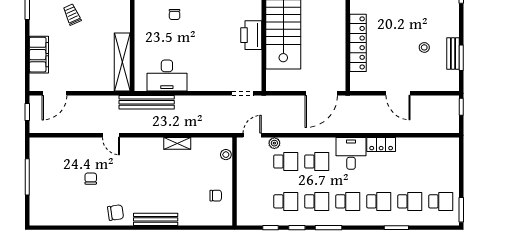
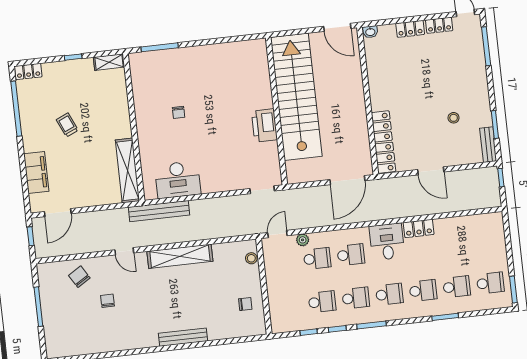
locker: (358, 43) -> (384, 142), moved
bench: (453, 54) -> (488, 145), moved
shelving: (177, 143) -> (180, 256), width x2.20, depth x1.33
chair: (116, 213) -> (79, 277), moved, turned -114

